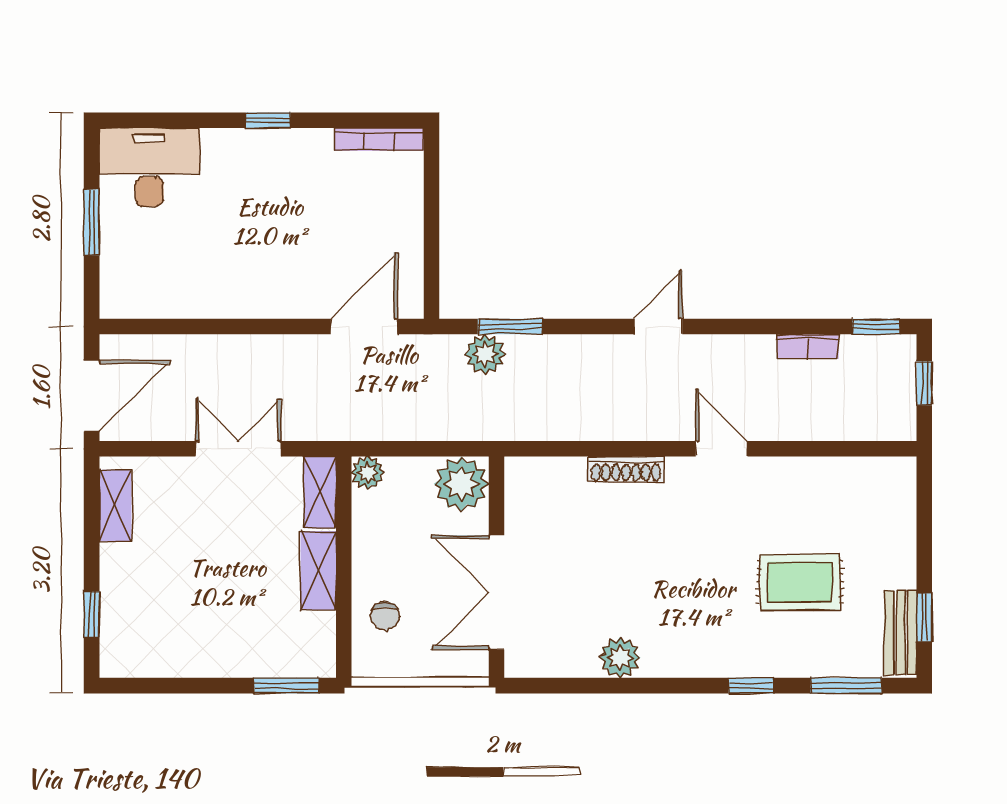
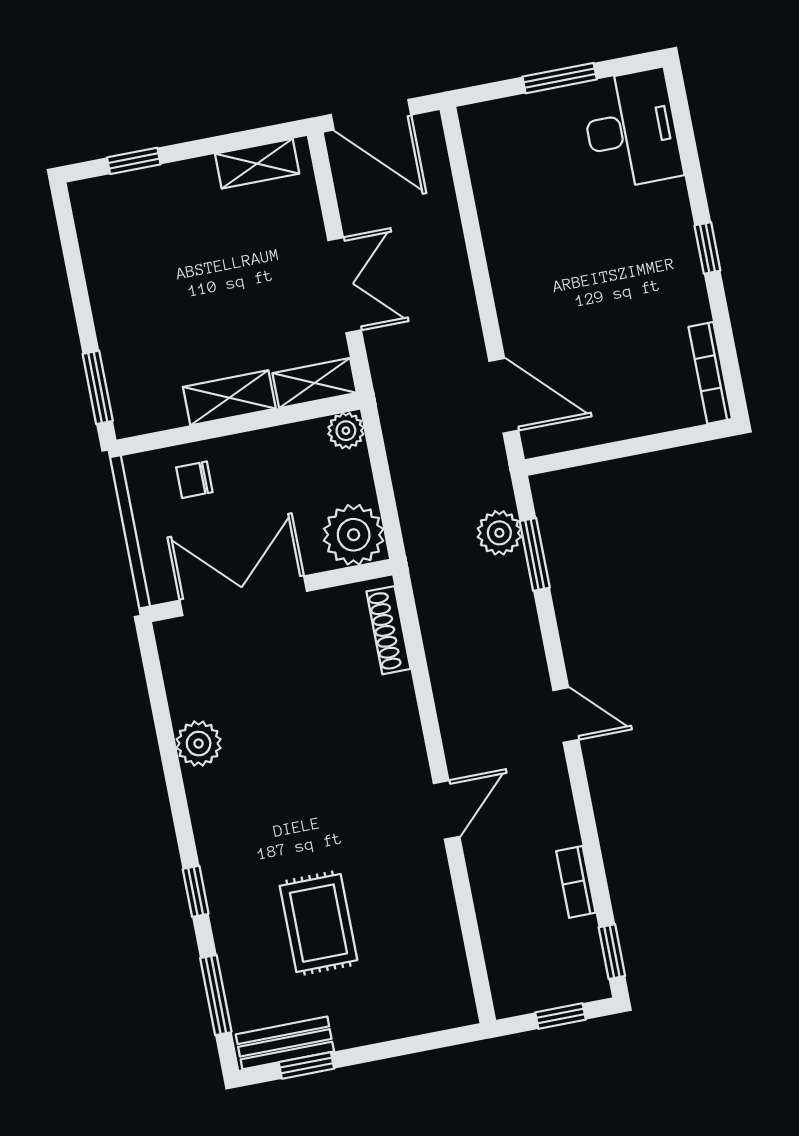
shoe rack: (626, 469) -> (388, 630), moved

